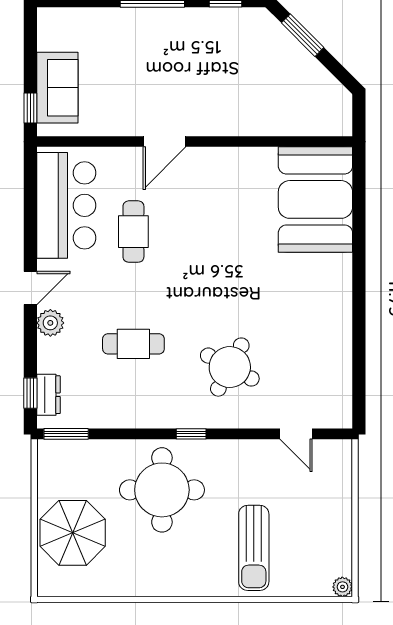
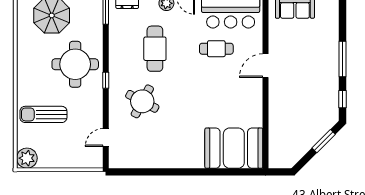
door: (164, 142) -> (265, 66), hinge flipped
cafe table: (133, 344) -> (155, 49), width x1.37, depth x1.35
plant: (342, 587) -> (27, 158), width x1.87, depth x1.87

